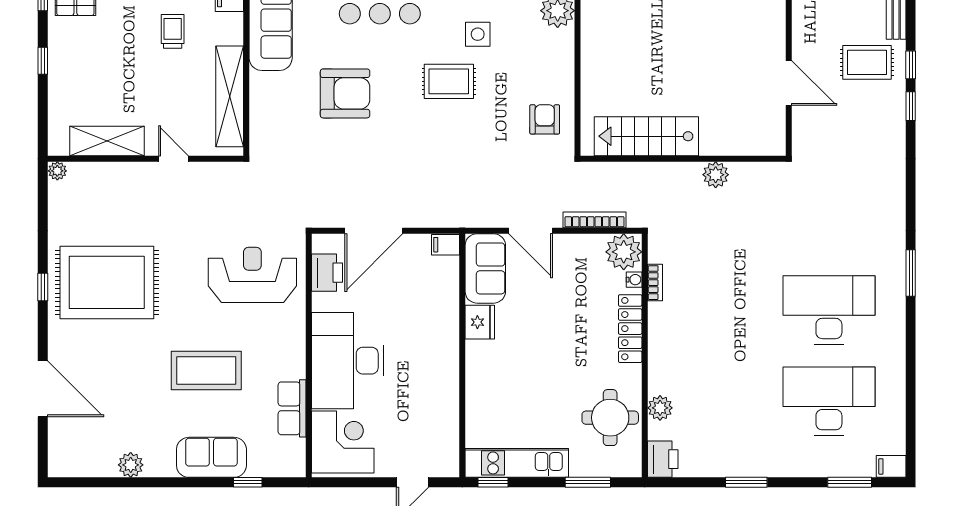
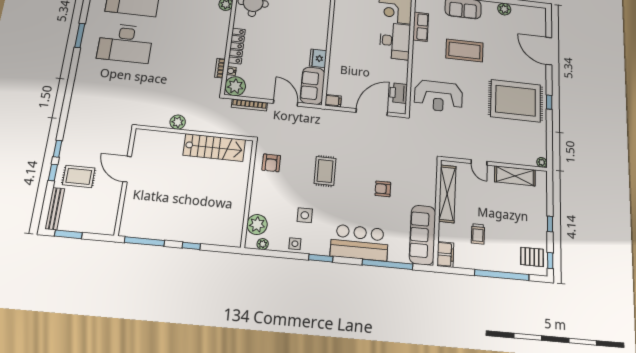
rug: (449, 81) -> (325, 171), moved, turned 90
armchair: (345, 93) -> (383, 189), width x0.53, depth x0.53
window: (911, 273) -> (80, 35), moved
desk: (348, 361) -> (395, 41), width x0.73, depth x0.77

